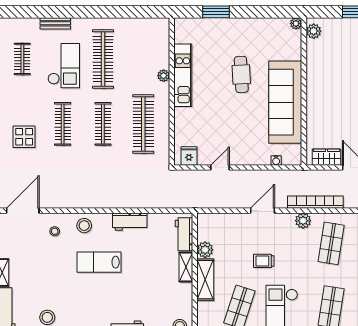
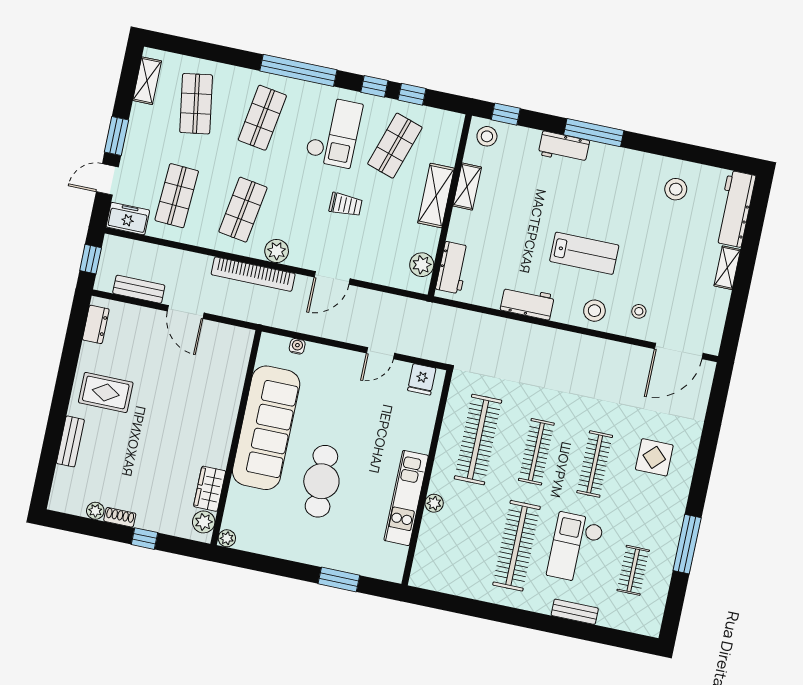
cafe table: (241, 74) -> (321, 481), width x1.37, depth x1.35
wardrobe: (327, 157) -> (210, 489), moved, turned 90
plant: (205, 250) -> (422, 265), moved
shelving: (186, 267) -> (467, 187), moved

